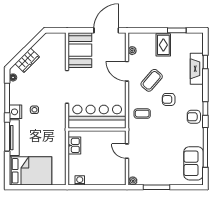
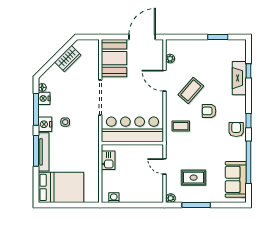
rug: (163, 45) -> (194, 178), moved, turned 90
wardrobe: (27, 60) -> (68, 59), moved
nightstand: (15, 88) -> (44, 98), added
armchair: (194, 117) -> (236, 129), turned 90

